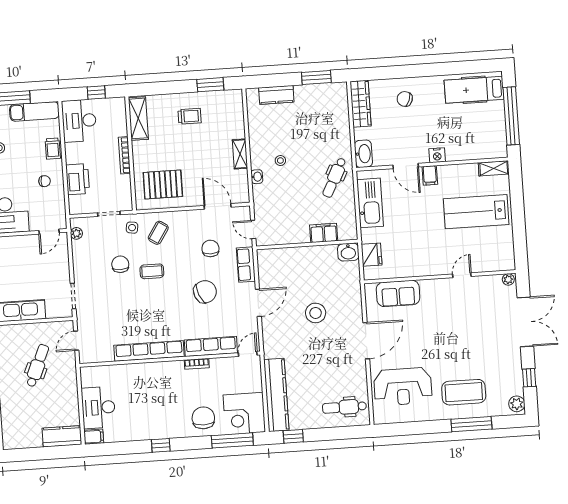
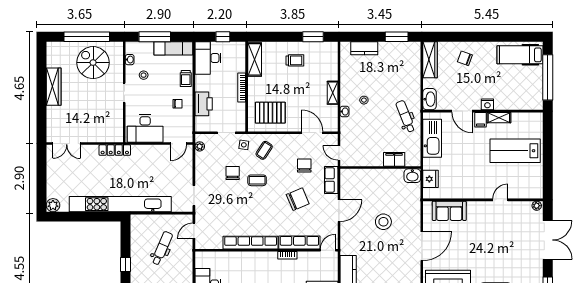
shelving: (494, 168) -> (499, 118), moved
dental chair: (334, 178) -> (406, 116), turned 131

